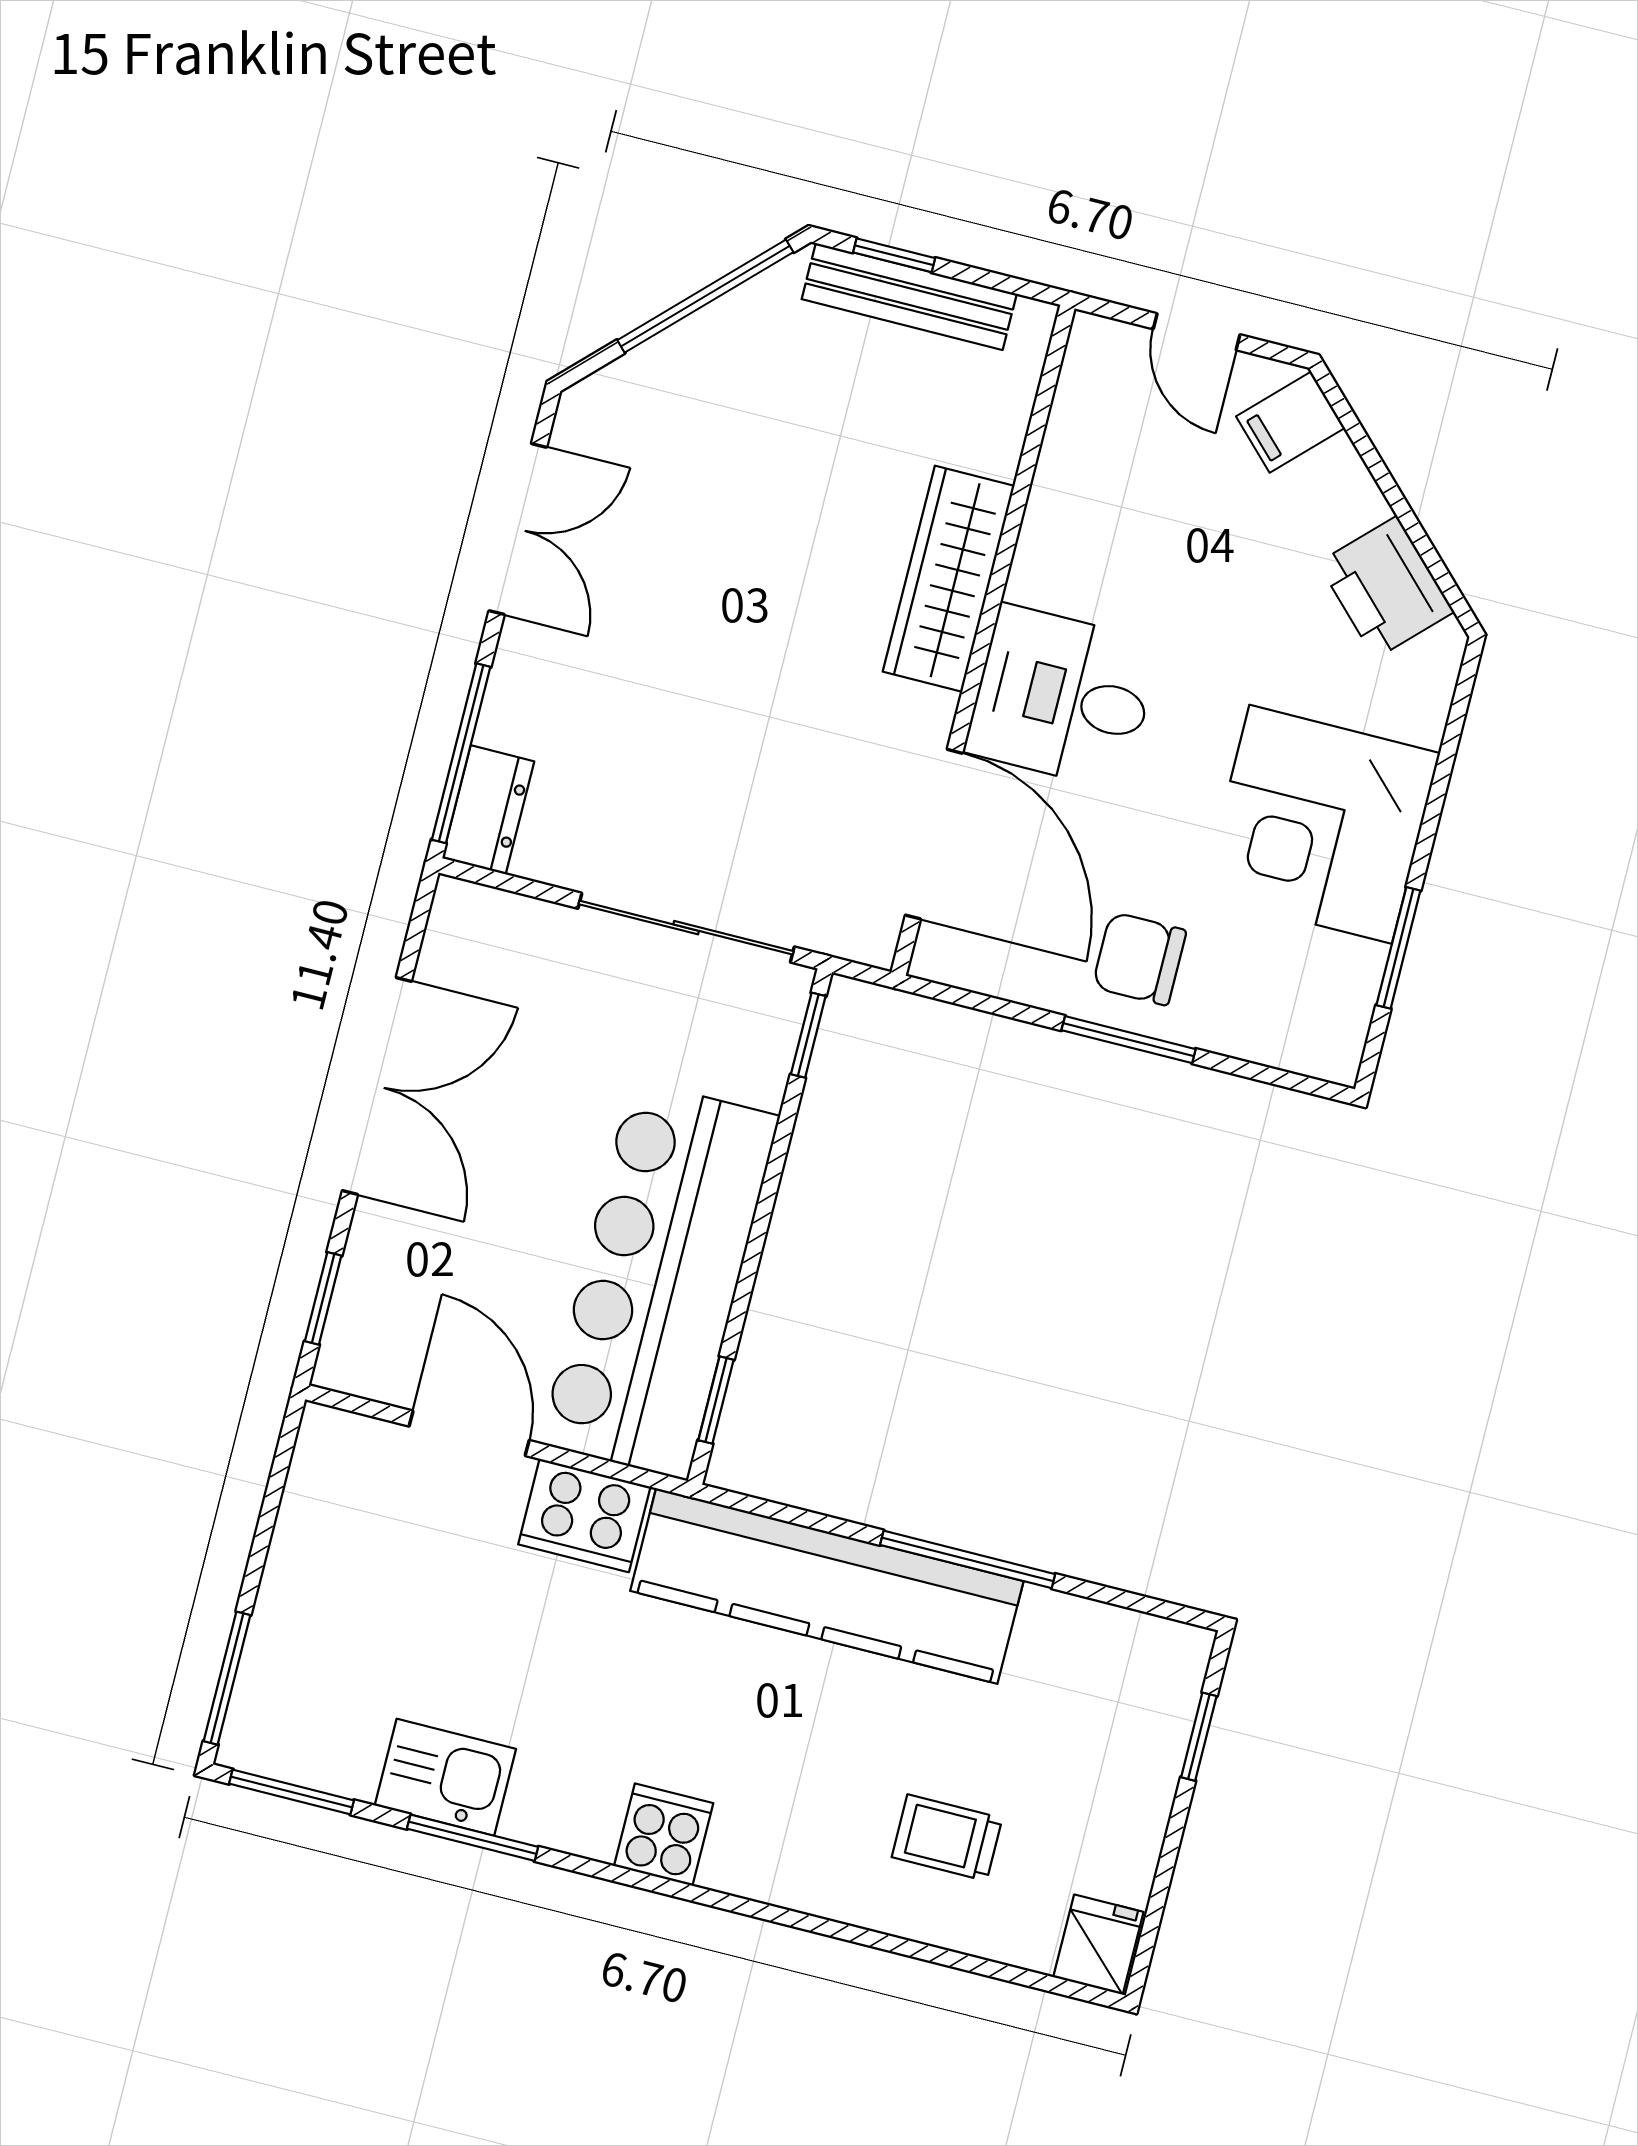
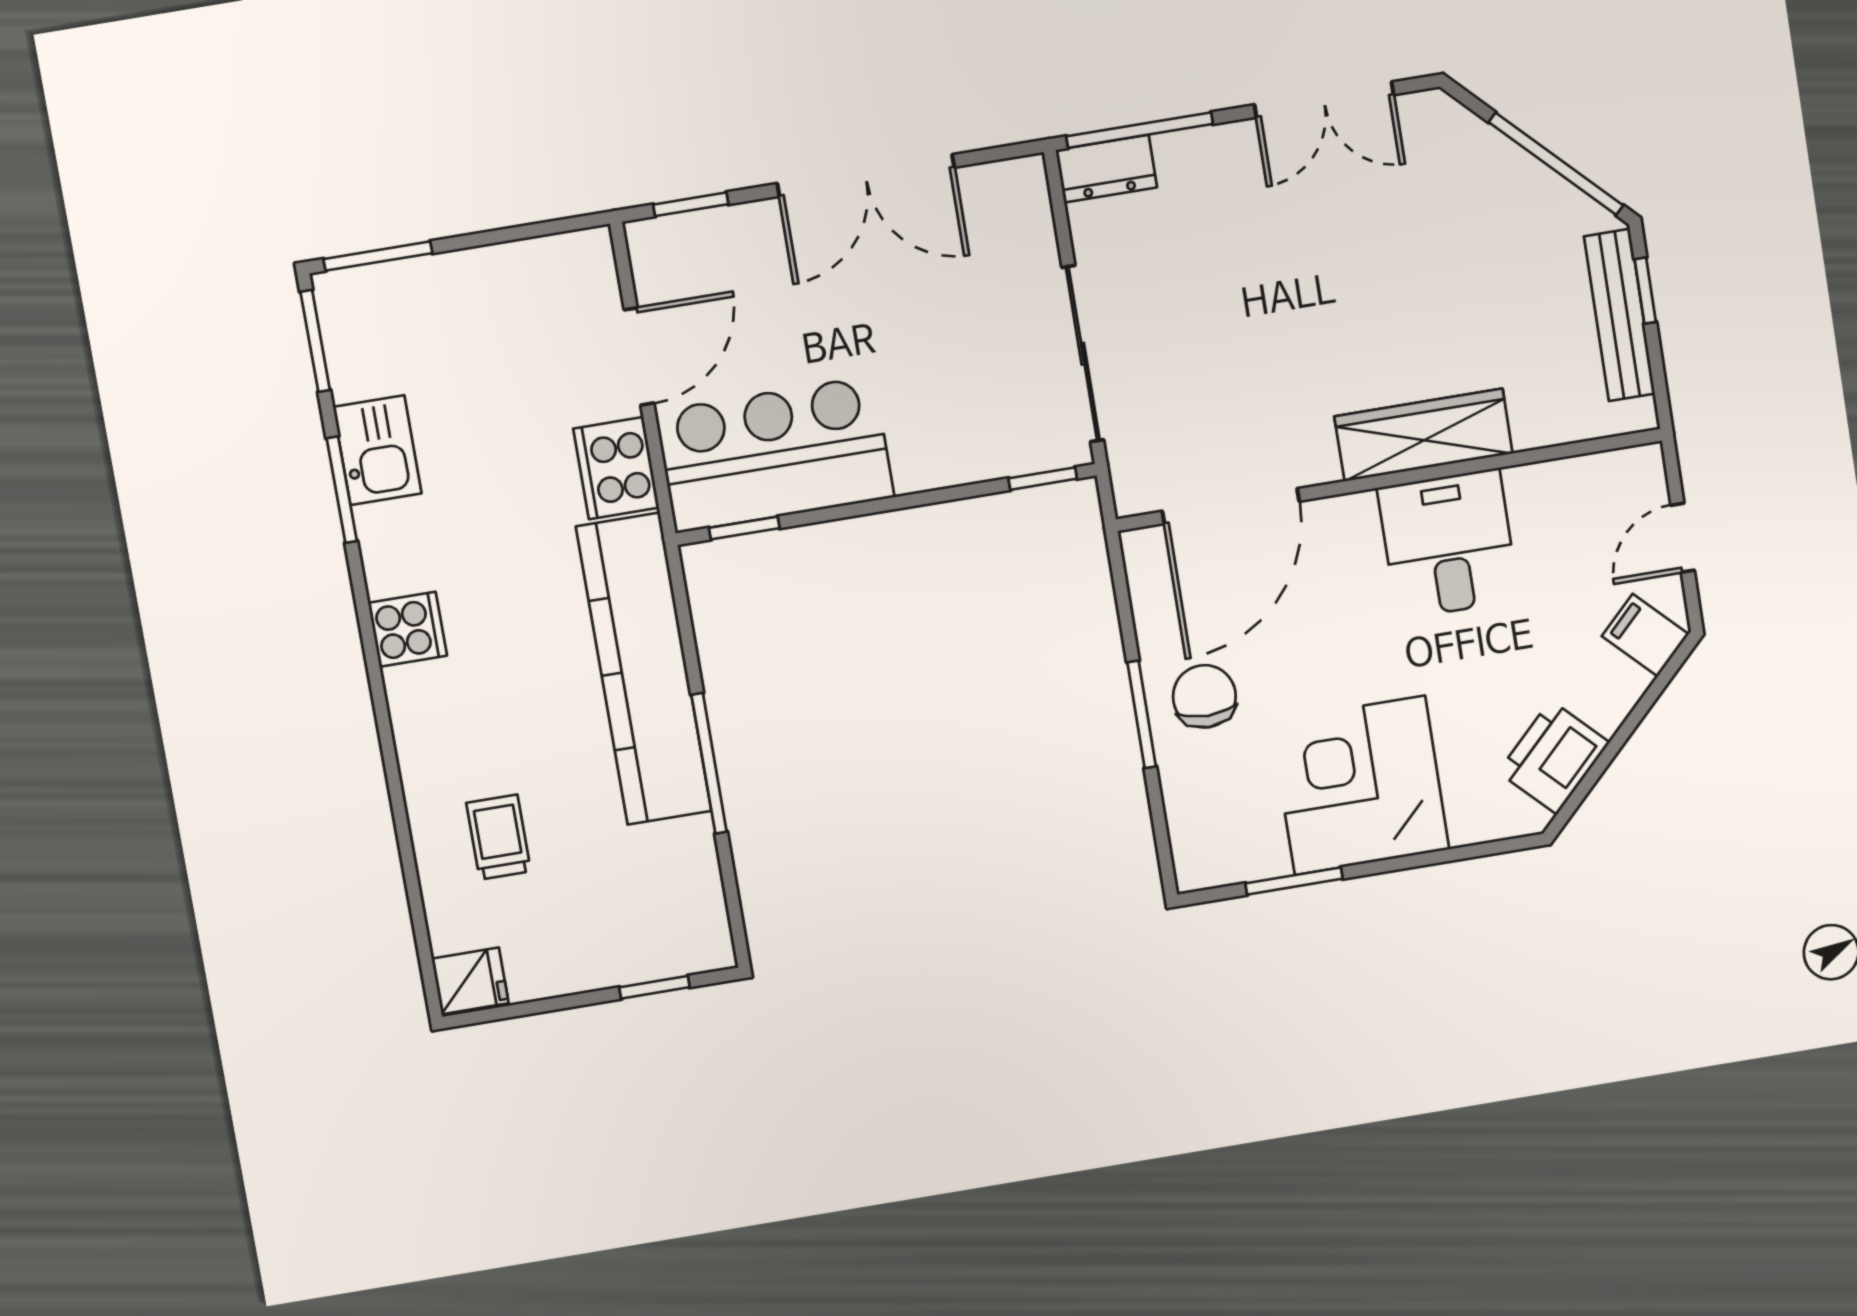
desk: (1062, 697) -> (1448, 544), moved
bar counter: (660, 1280) -> (775, 454), width x0.73

